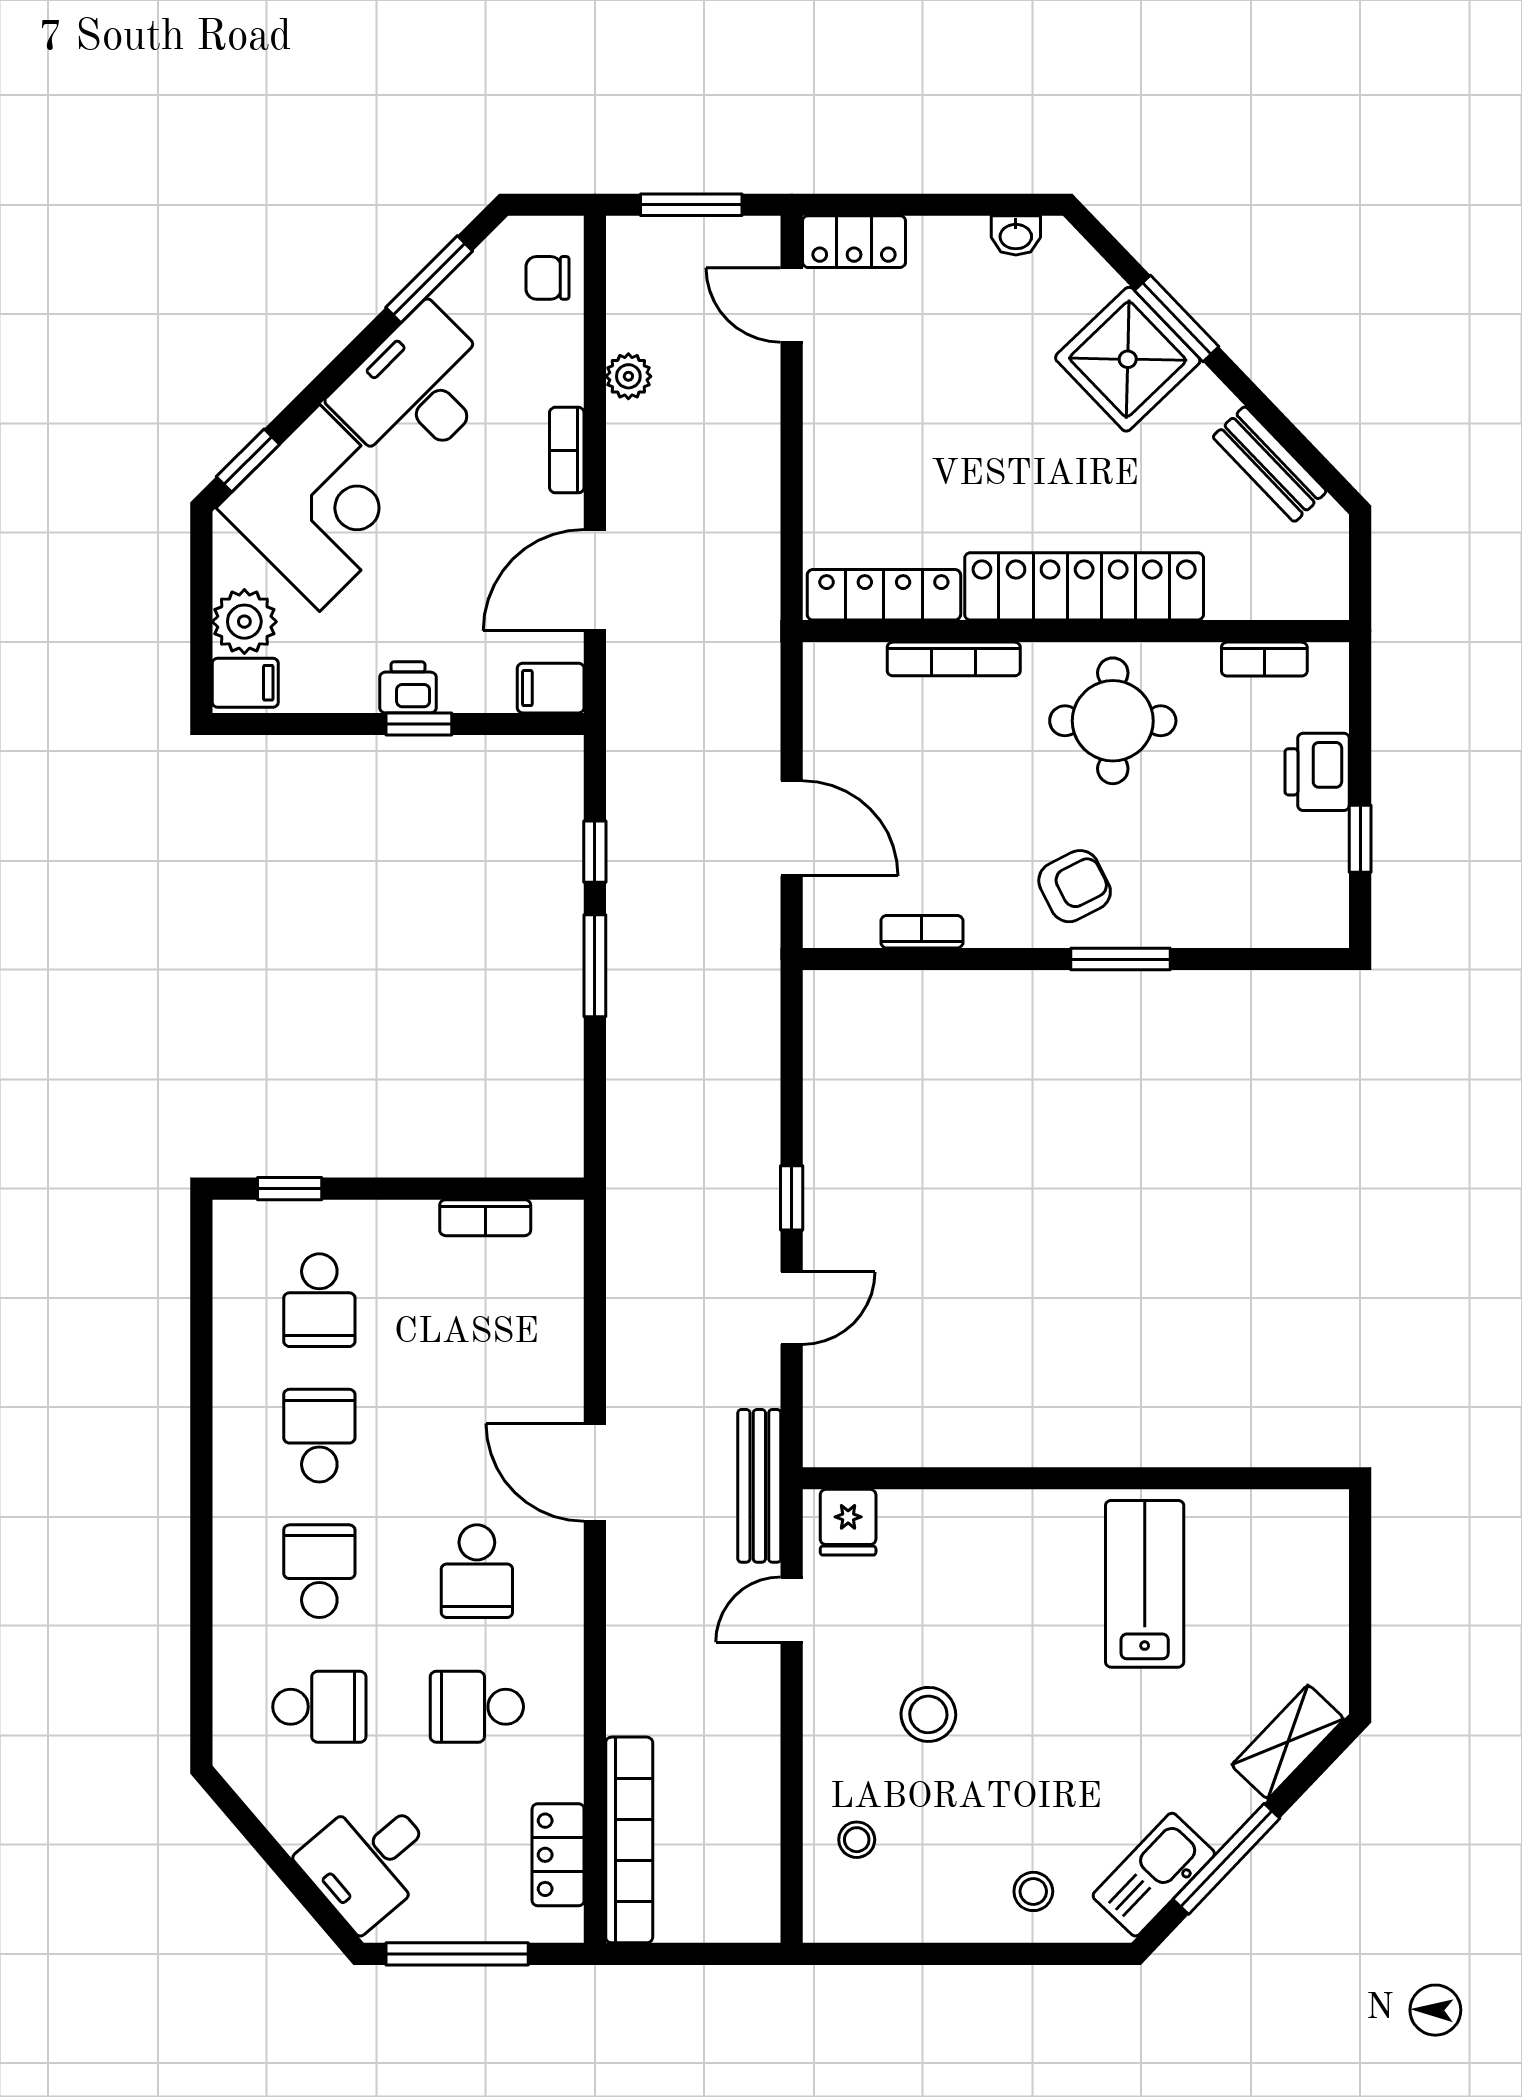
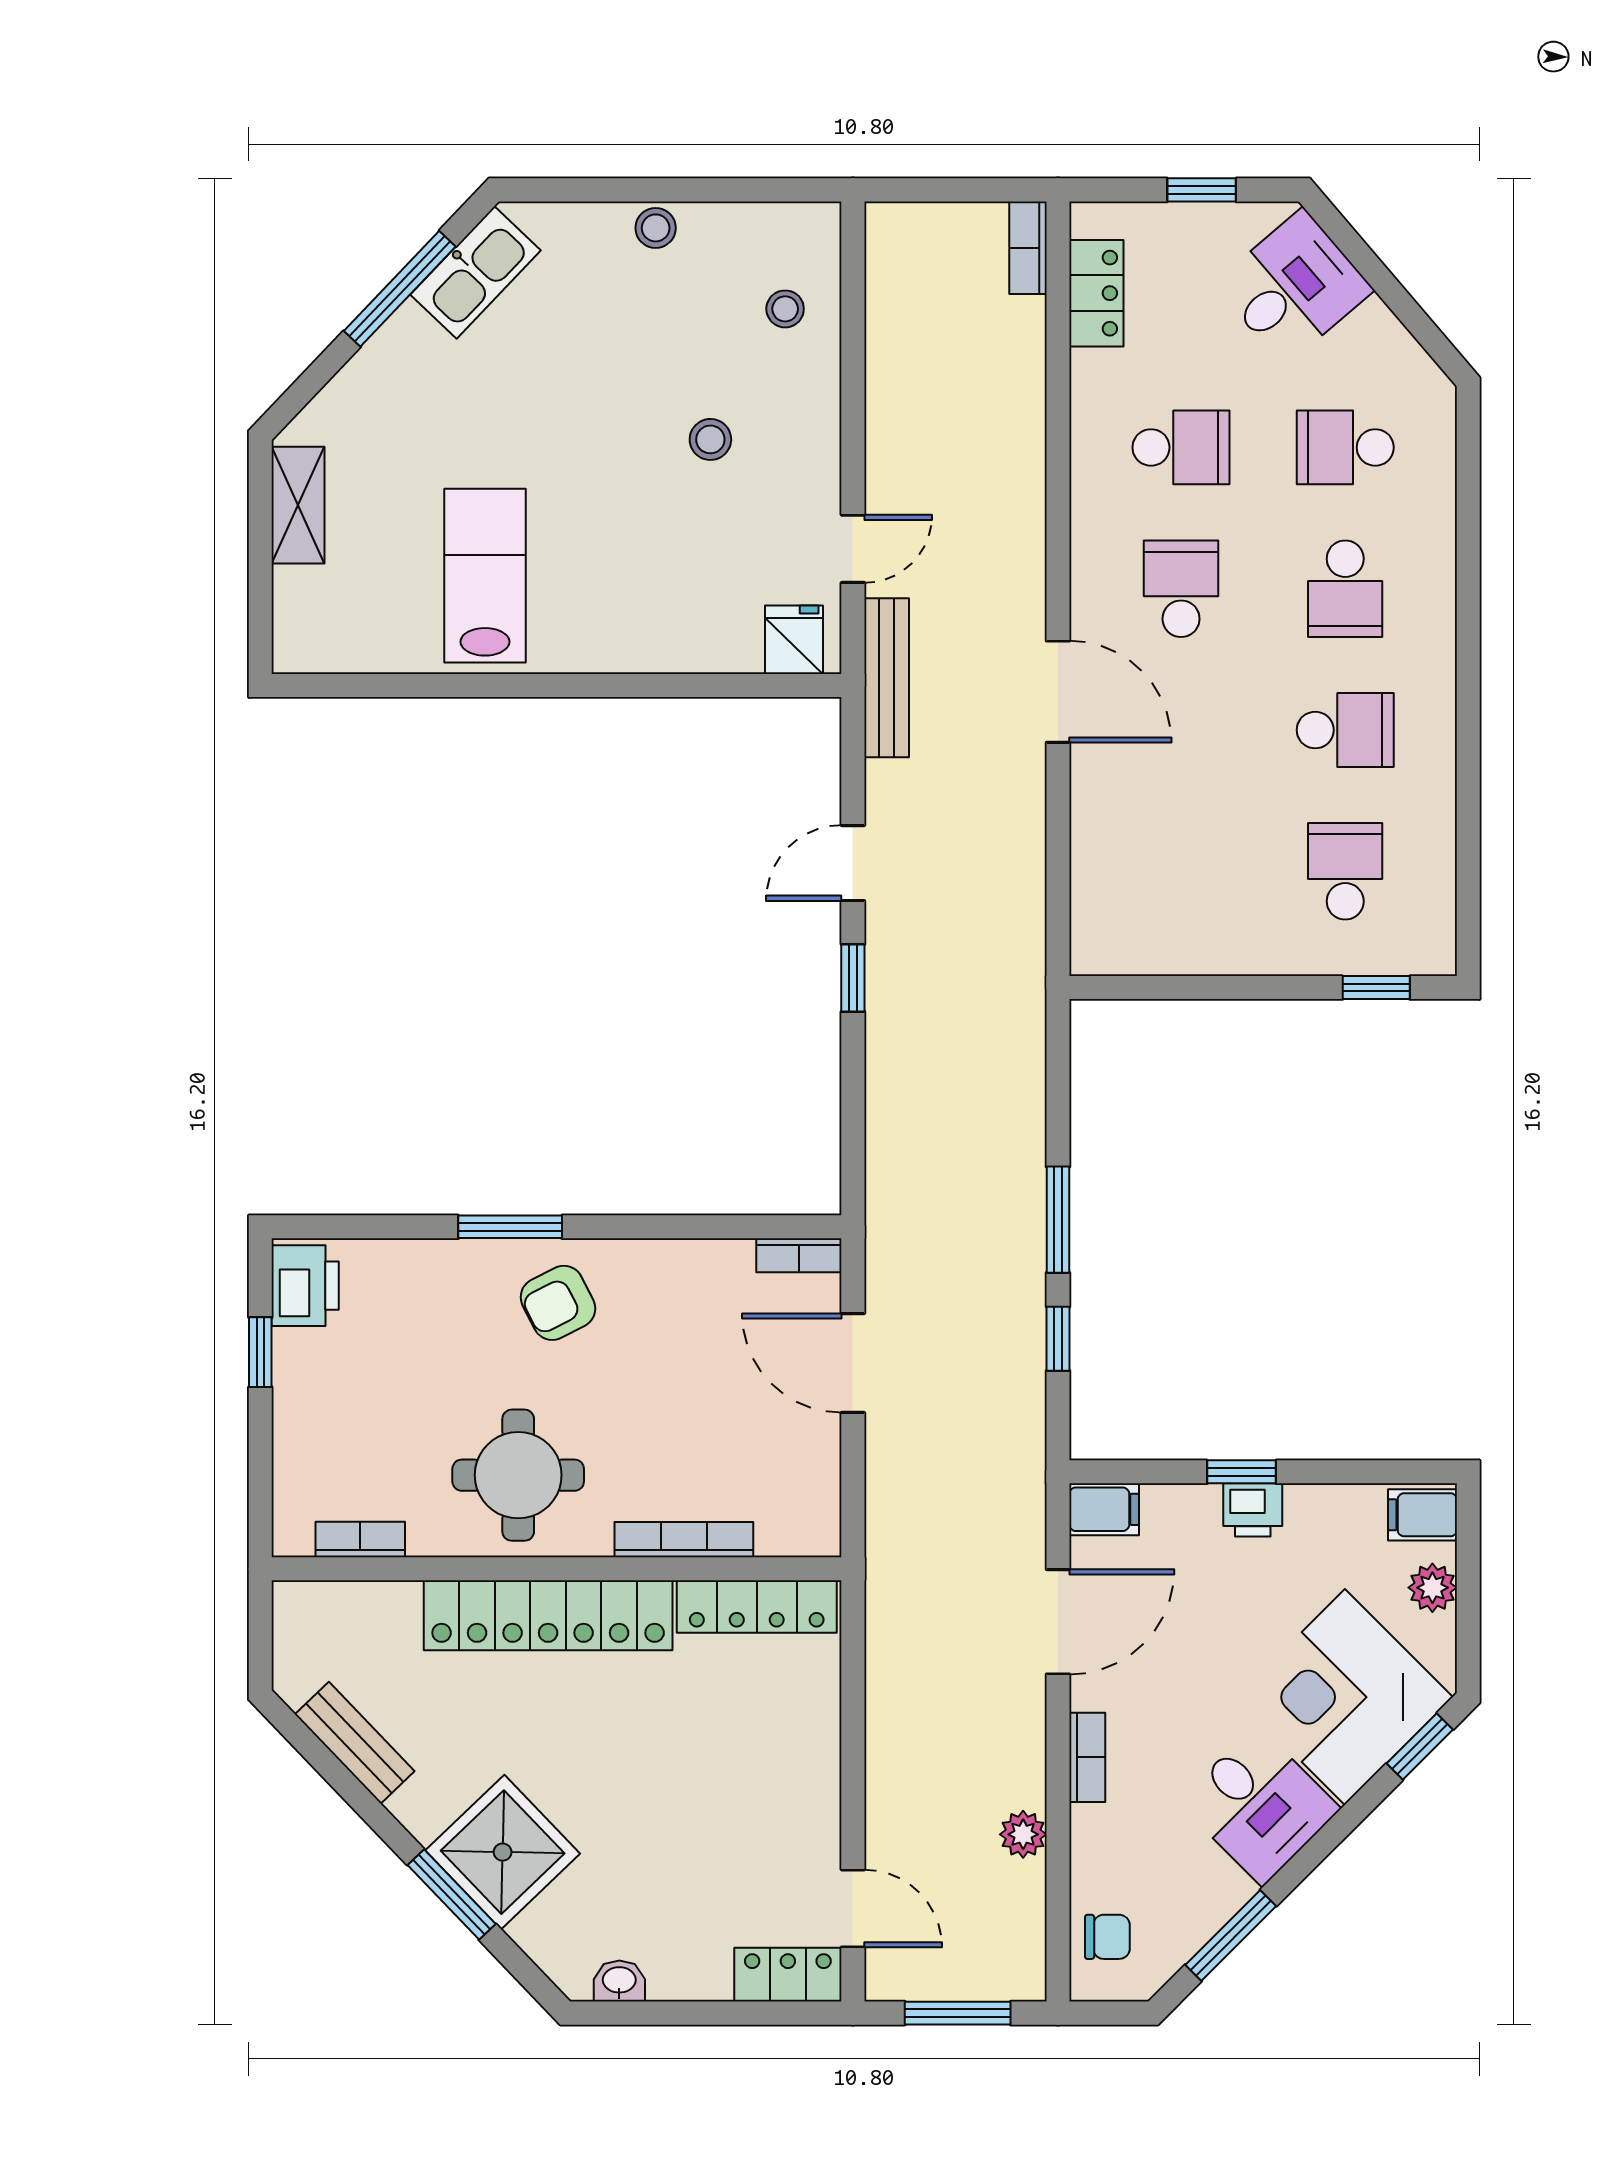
desk: (416, 390) -> (1259, 1805), width x0.73
plant: (244, 622) -> (1432, 1588), width x0.73, depth x0.73
printer: (1317, 772) -> (305, 1286), moved
bookcase: (922, 932) -> (799, 1255), moved
bookcase: (485, 1218) -> (1172, 957), removed
school desk: (319, 1436) -> (1345, 730), turned -90
lab bench: (1145, 1584) -> (485, 576), turned 180
stool: (928, 1714) -> (710, 439), width x0.73, depth x0.73
shelving: (1288, 1742) -> (298, 505), moved, turned -44
bookcase: (629, 1840) -> (1028, 248), width x0.43, depth x0.76
stool: (1033, 1891) -> (656, 228), moved
window: (457, 1954) -> (1202, 190), width x0.46

